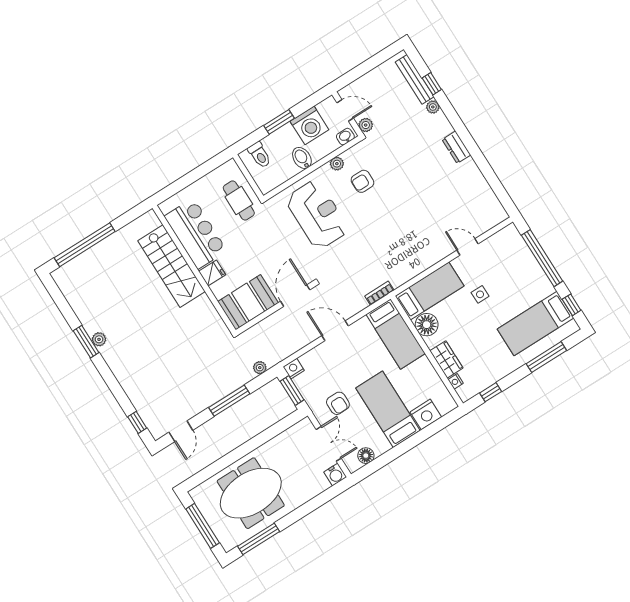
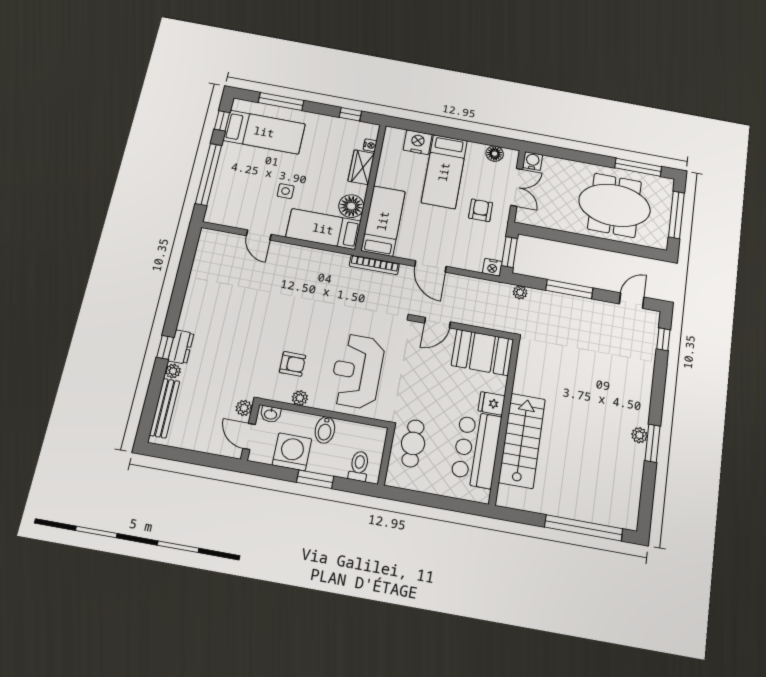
window: (432, 84) -> (165, 347), moved
dresser: (456, 147) -> (181, 347), moved
bookcase: (379, 293) -> (374, 265), width x1.56
door: (295, 296) -> (437, 323), width x0.73
double door: (329, 444) -> (517, 187), swing flipped

